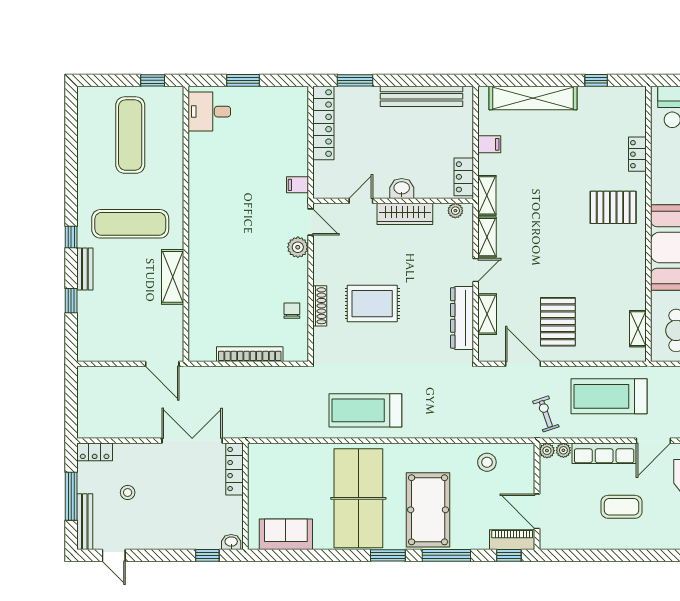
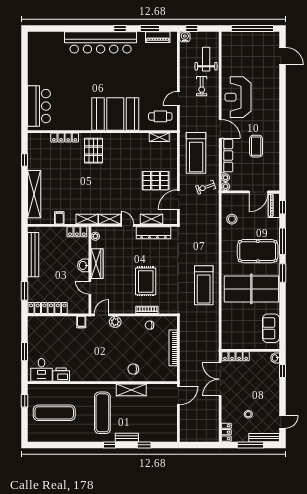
printer: (201, 148) -> (61, 375), added
locker: (637, 154) -> (65, 138), width x1.53
chair: (211, 281) -> (133, 369), added

